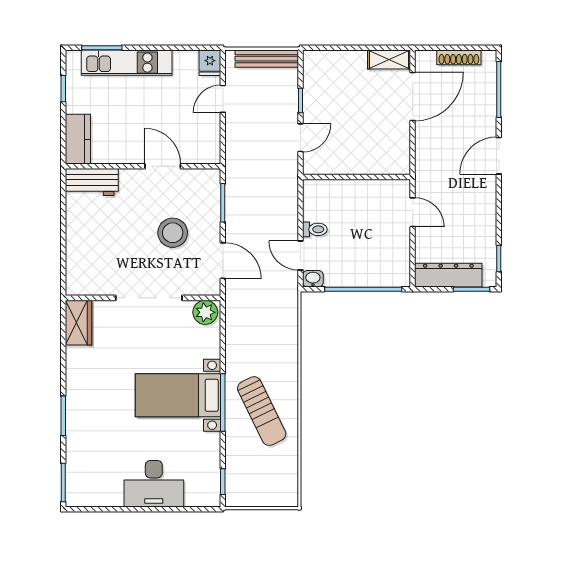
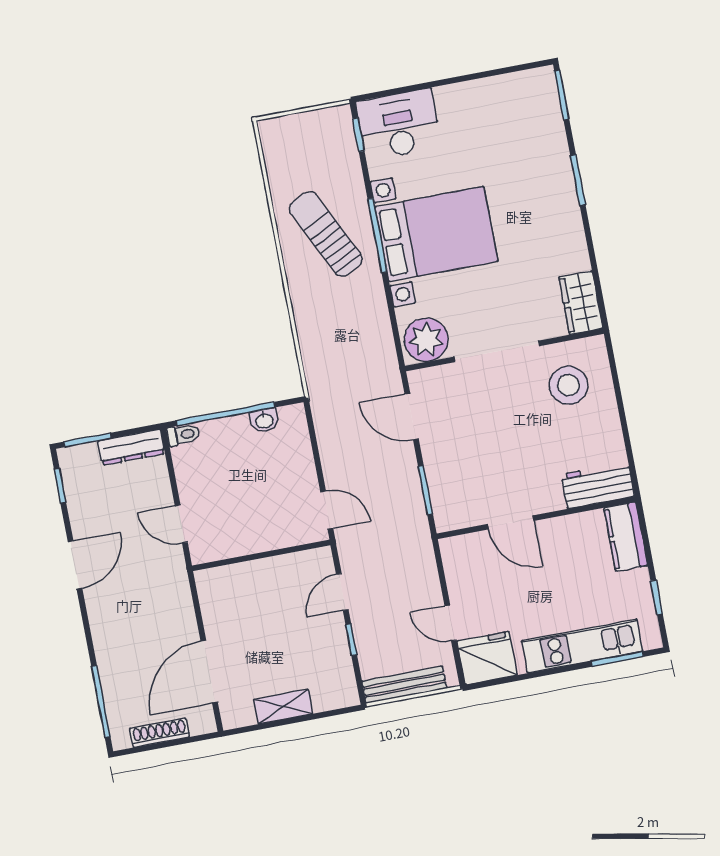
shelving: (389, 59) -> (283, 707), moved
fridge: (210, 63) -> (487, 658), width x1.88, depth x1.34
door: (223, 99) -> (451, 623), swing flipped
door: (499, 156) -> (75, 565), moved
toilet: (315, 229) -> (183, 435), moved, turned 180
stool: (173, 233) -> (569, 385), moved
door: (300, 255) -> (327, 510), moved
dresser: (448, 275) -> (131, 447), width x0.73, depth x0.80
washbasin: (313, 279) -> (264, 420), moved
plant: (205, 312) -> (426, 340), width x1.36, depth x1.36
bed with nightstands: (178, 395) -> (436, 234), width x1.36
desk: (154, 484) -> (399, 124), moved

